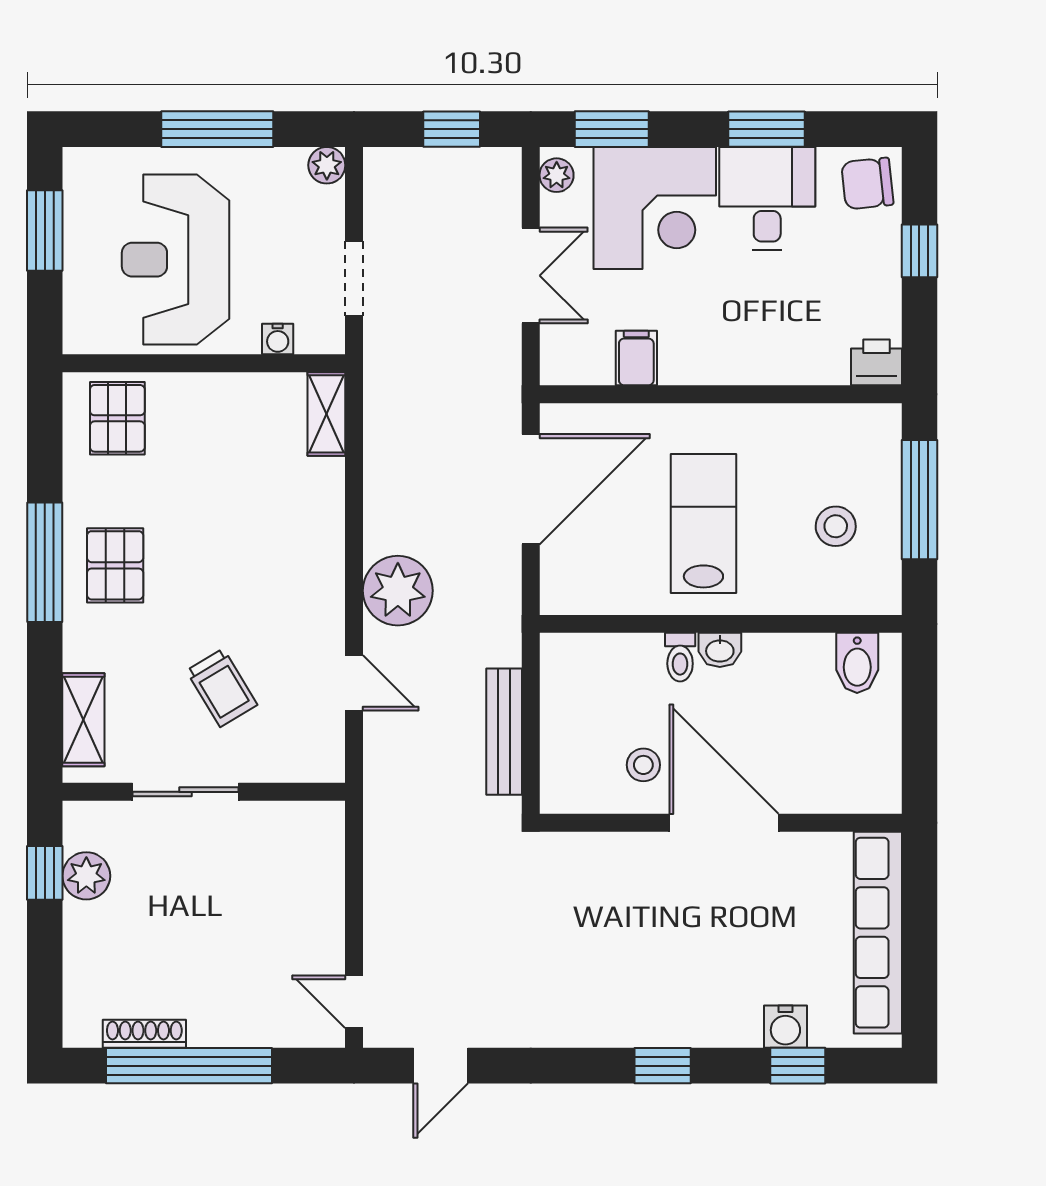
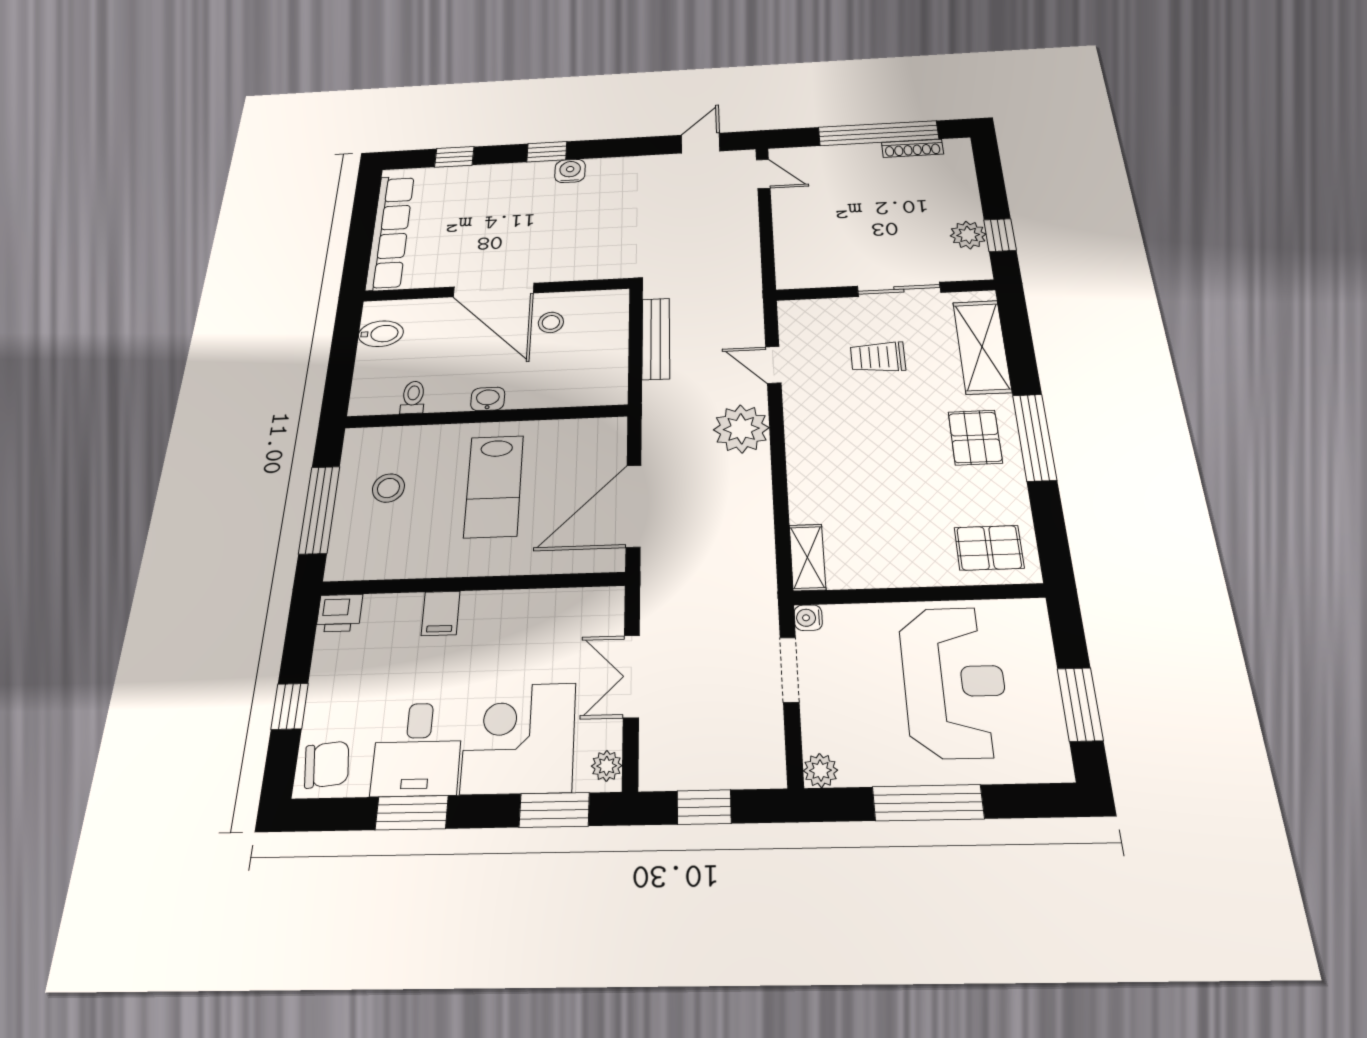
water cooler: (278, 339) -> (808, 618), moved, turned -90
filing cabinet: (636, 358) -> (441, 613), moved
pallet: (117, 418) -> (989, 548), turned 90
toilet: (680, 657) -> (413, 397), moved
bidet: (857, 663) -> (381, 334), moved, turned 90
trolley: (222, 688) -> (878, 357), turned -59
shelving: (83, 720) -> (982, 347), width x1.50, depth x1.33
water cooler: (785, 1027) -> (570, 171), moved

